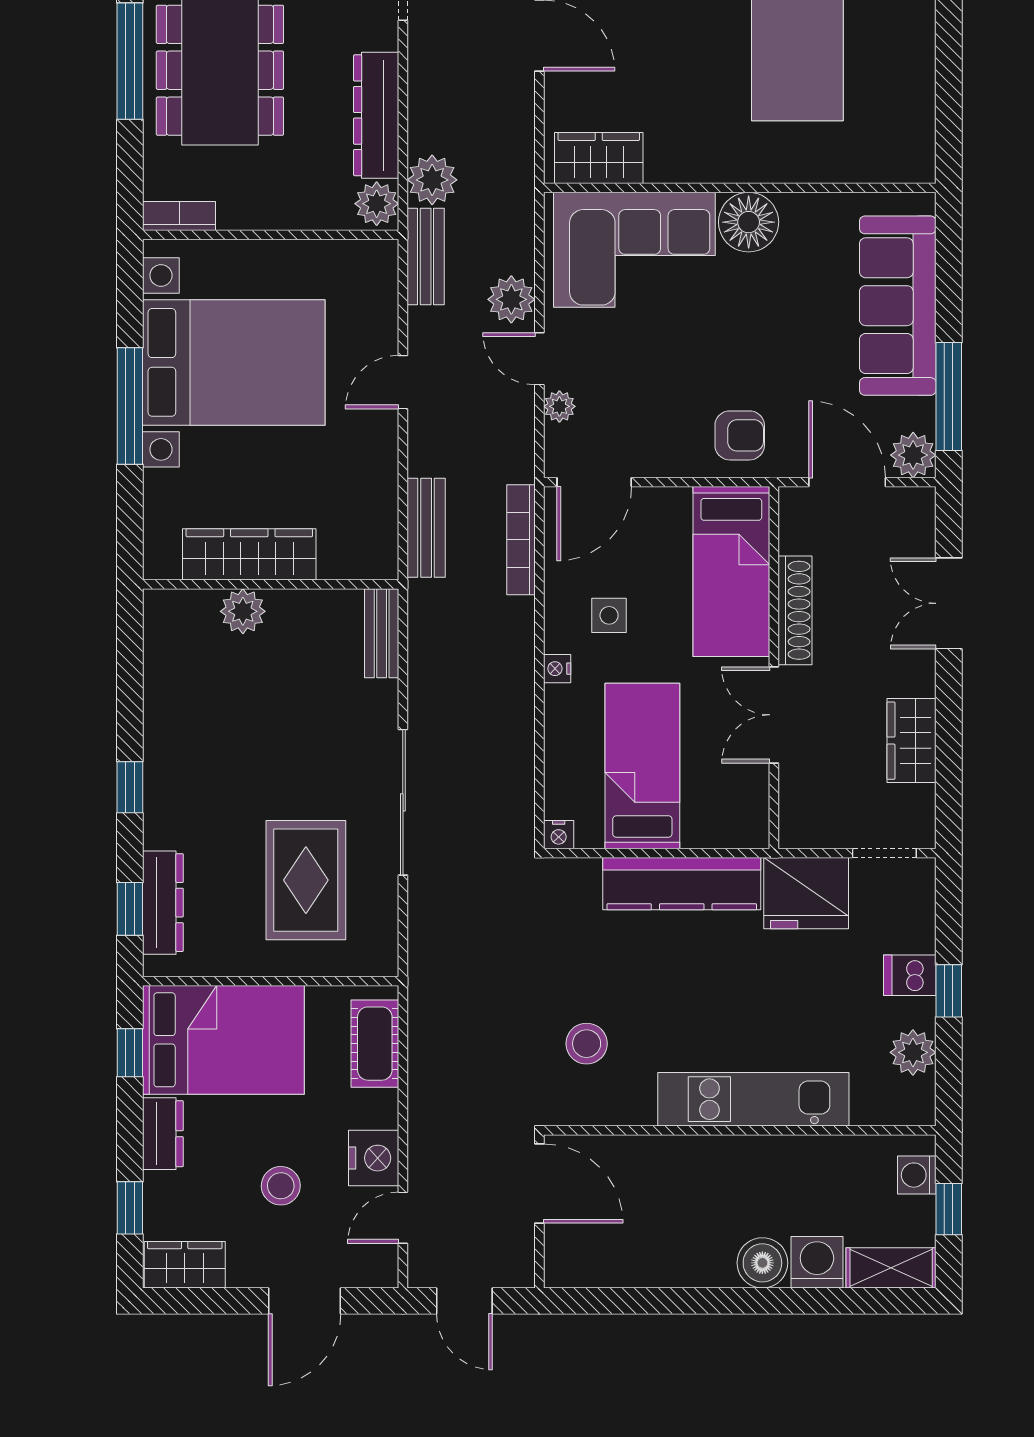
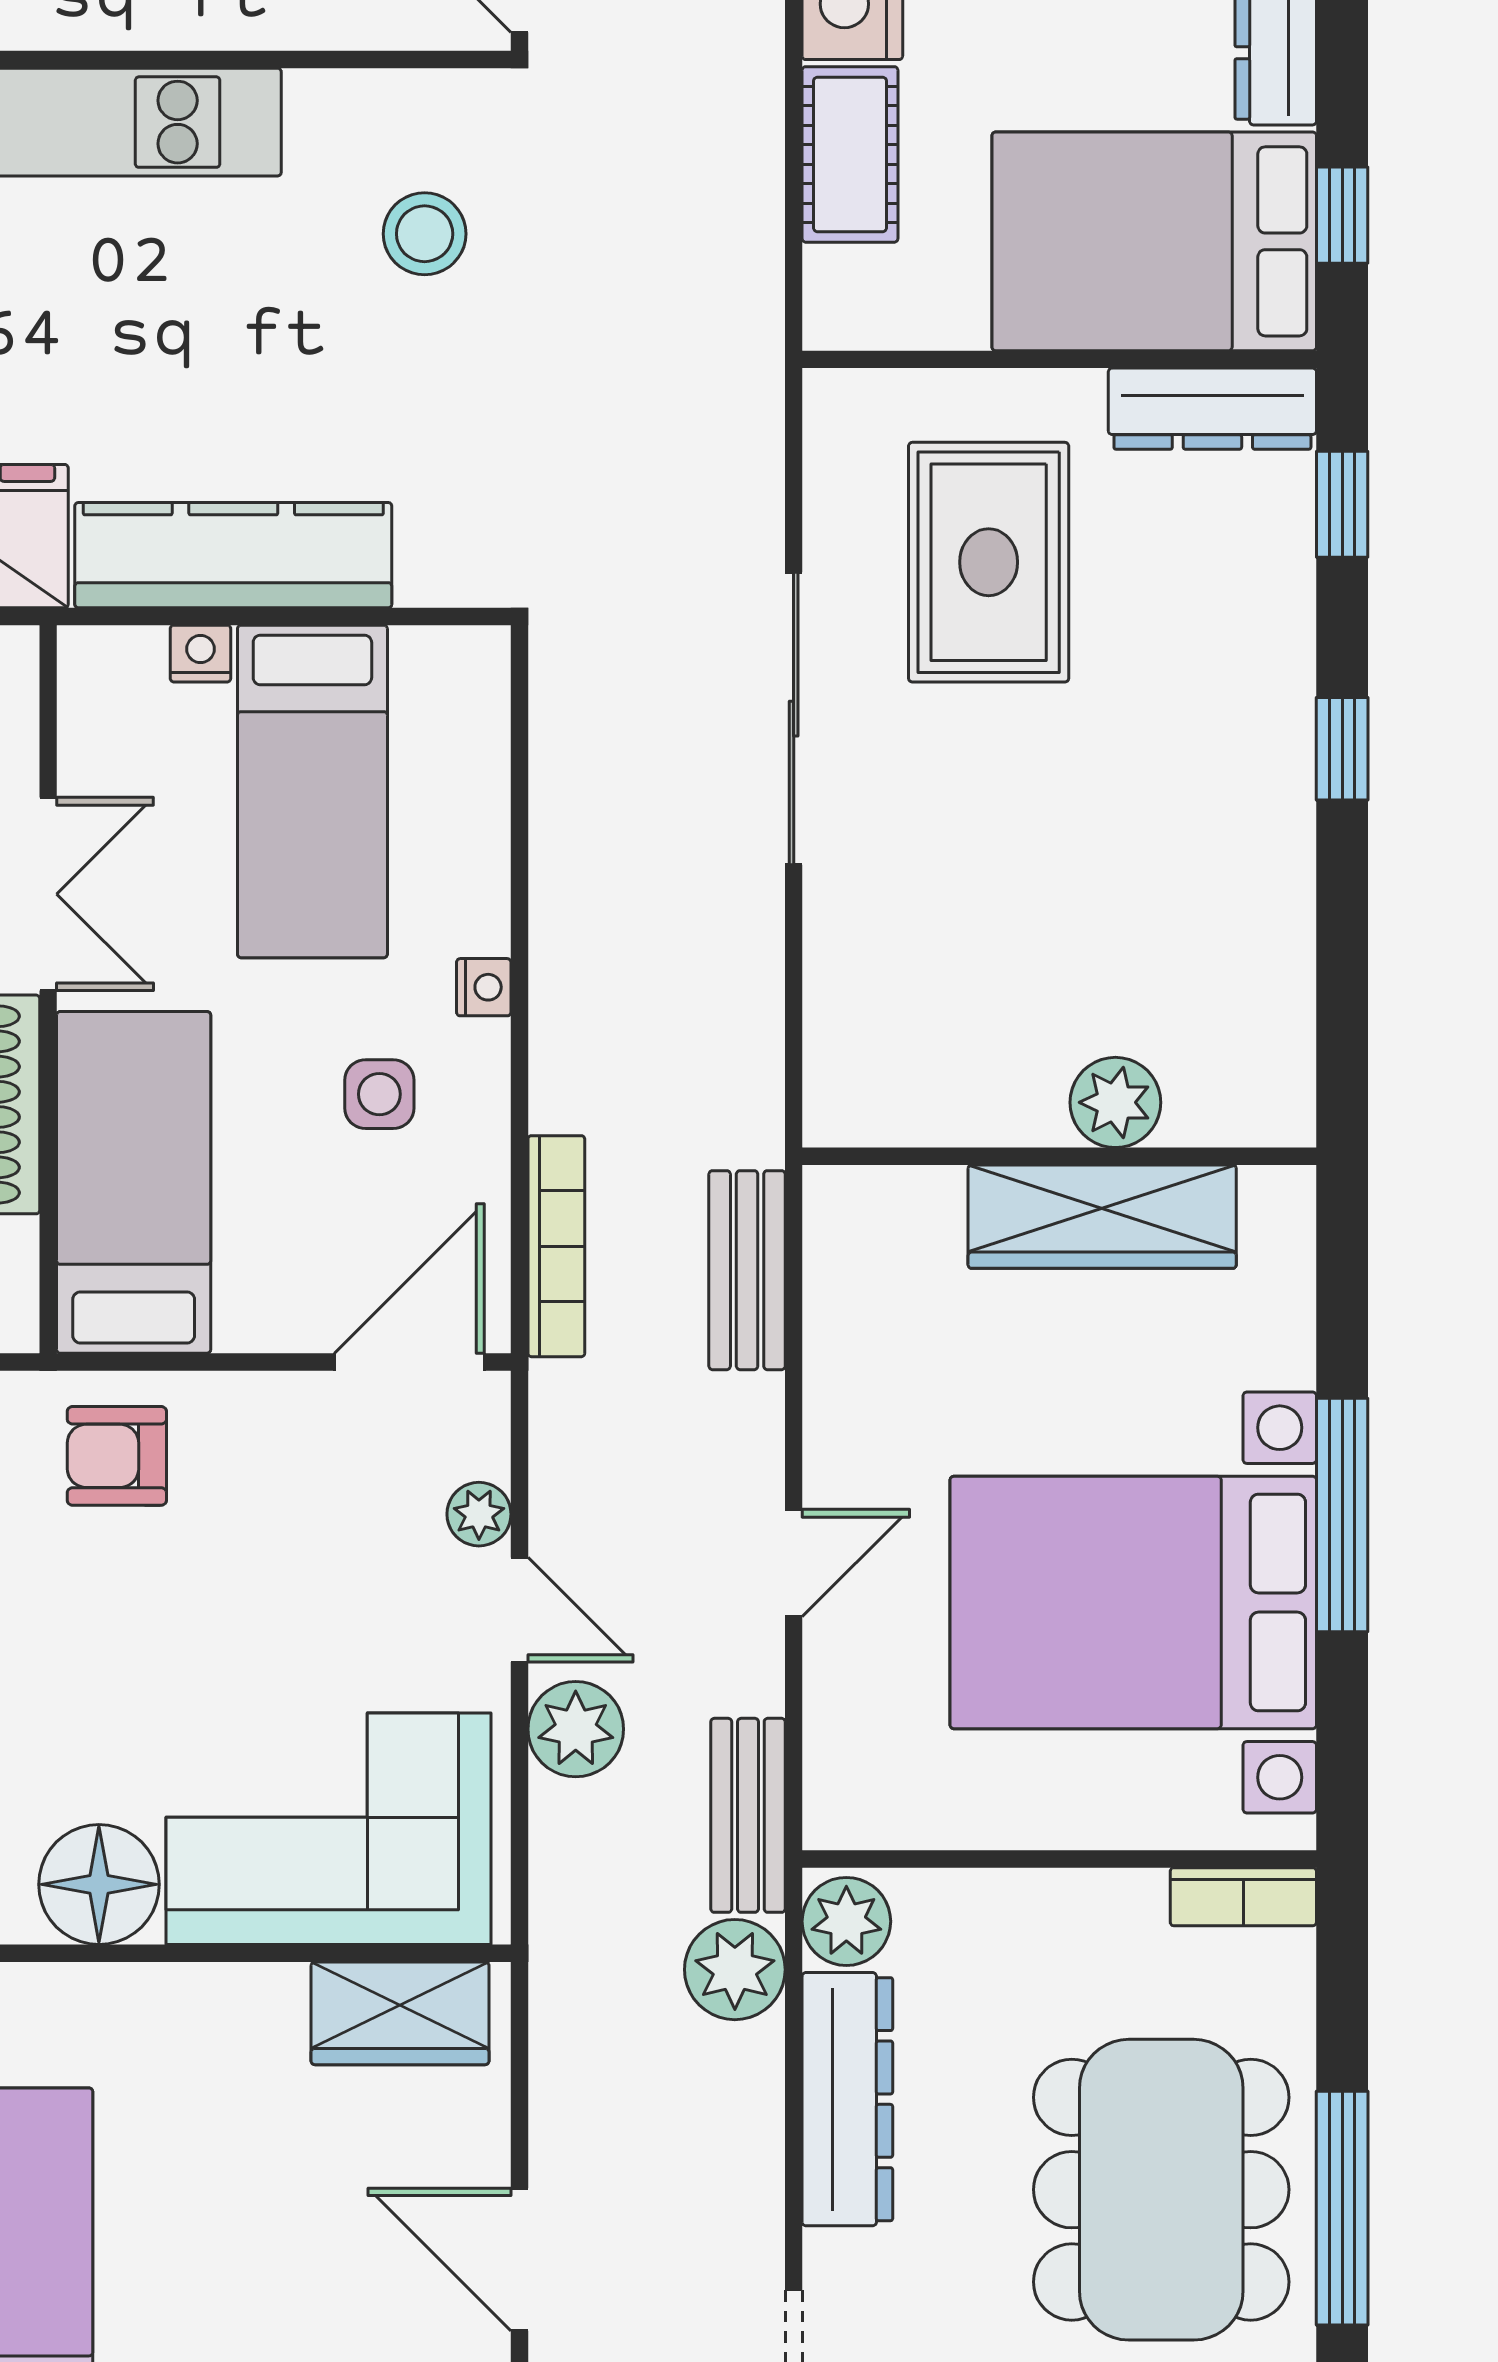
bench: (382, 633) -> (836, 1058), removed
nightstand: (559, 835) -> (200, 654), moved
dresser: (163, 903) -> (1212, 409), moved, turned -90
cot: (375, 1044) -> (850, 154), moved

